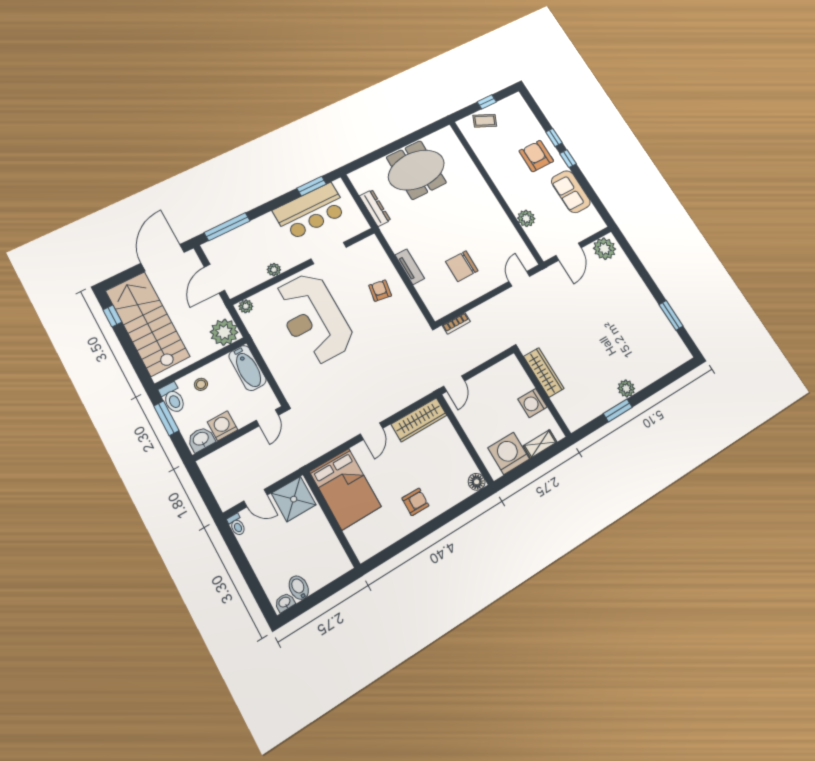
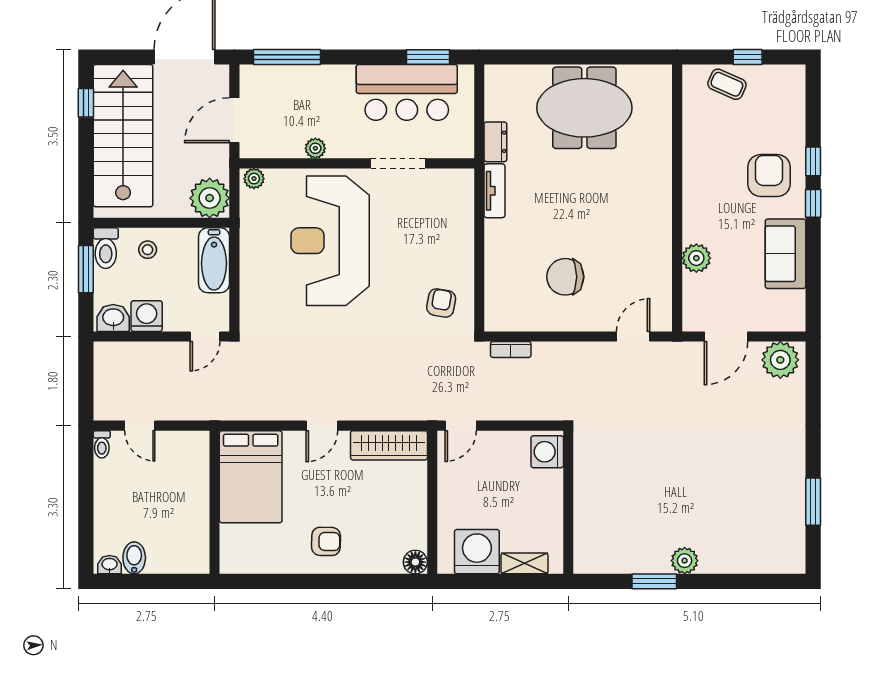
dresser: (375, 208) -> (495, 142), width x0.70
tv unit: (410, 267) -> (494, 191), moved
armchair: (380, 291) -> (441, 303), moved
wardrobe: (544, 372) -> (587, 478), removed
washing machine: (533, 403) -> (547, 452), moved
shower: (294, 499) -> (183, 453), removed

